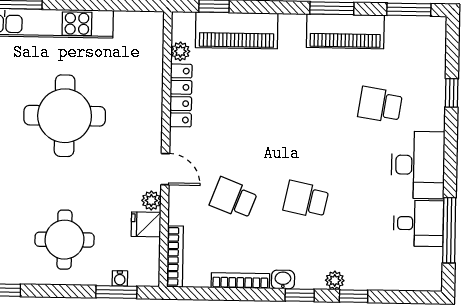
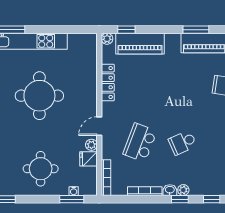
plant: (180, 51) -> (107, 39), moved
door: (165, 169) -> (99, 126), swing flipped
school desk: (234, 198) -> (140, 143), width x1.85
school desk: (306, 200) -> (183, 143), turned -36
plant: (335, 280) -> (183, 190), moved

